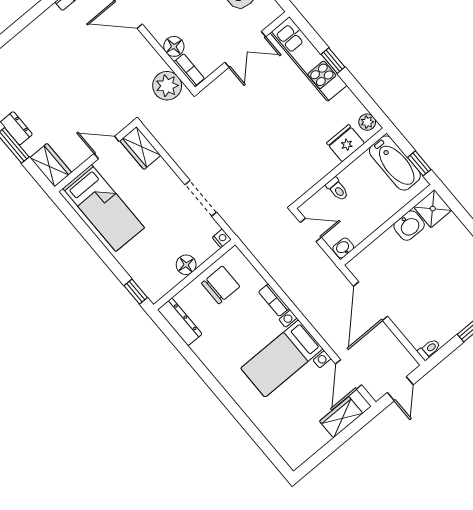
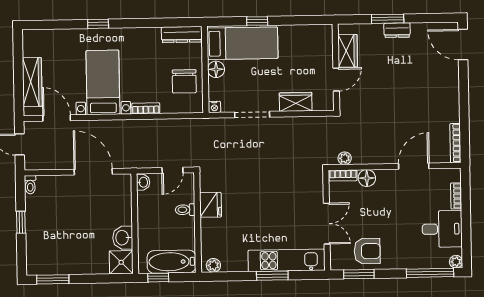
double door: (245, 49) -> (327, 224), swing flipped
window: (333, 61) -> (272, 276), width x1.50
plant: (167, 86) -> (345, 158), width x0.53, depth x0.53
fridge: (346, 143) -> (211, 205), moved
wardrobe: (140, 148) -> (296, 102), moved
wardrobe: (51, 165) -> (348, 51), moved, turned -90
bed: (104, 208) -> (242, 43), moved, turned 180
window: (136, 292) -> (257, 21), moved
window: (232, 406) -> (98, 24), added
wardrobe: (341, 417) -> (32, 82), width x1.50

